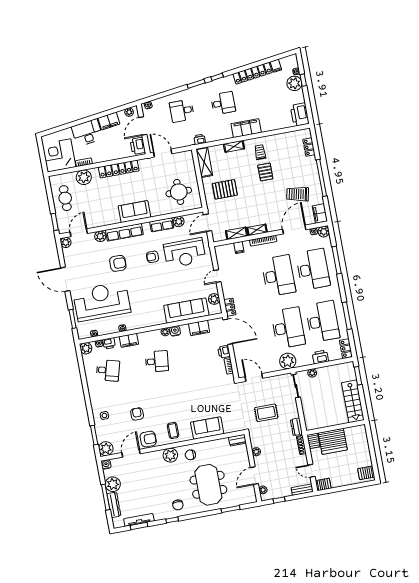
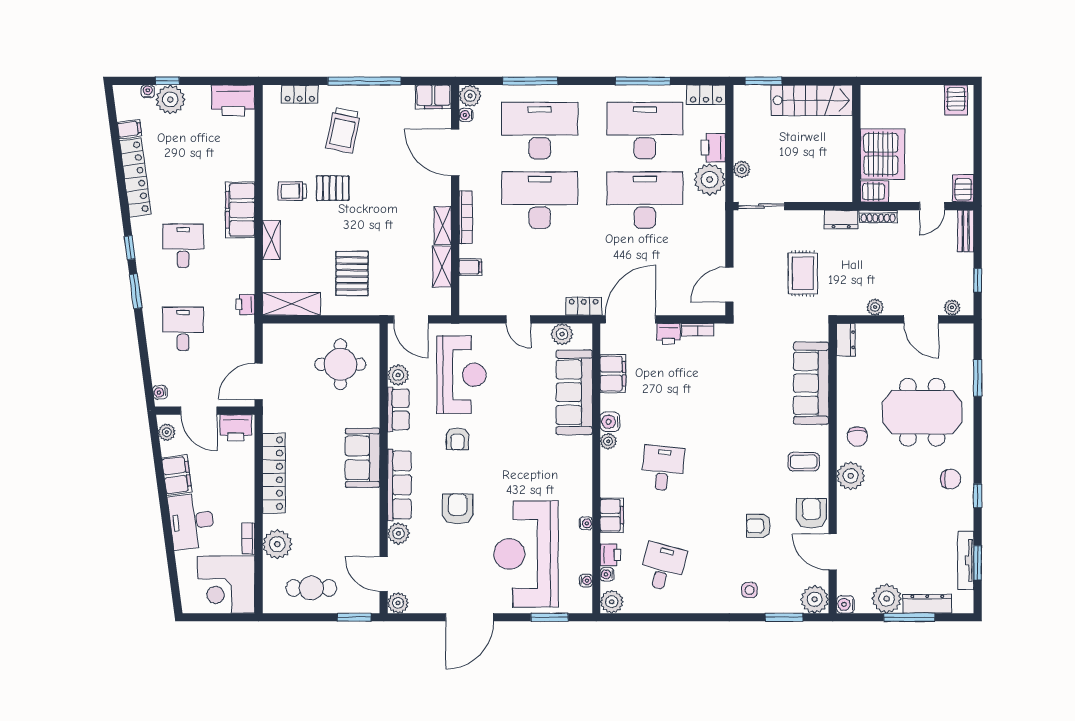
desk: (182, 111) -> (183, 329), turned 180
trolley: (298, 194) -> (343, 130), moved
plant: (288, 361) -> (710, 179), moved
sofa: (207, 428) -> (811, 383), width x1.36

